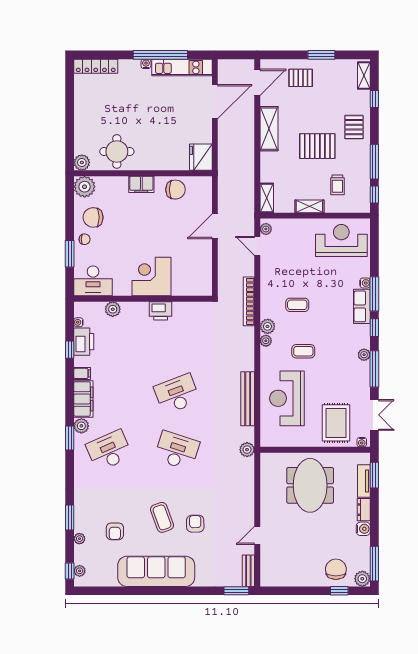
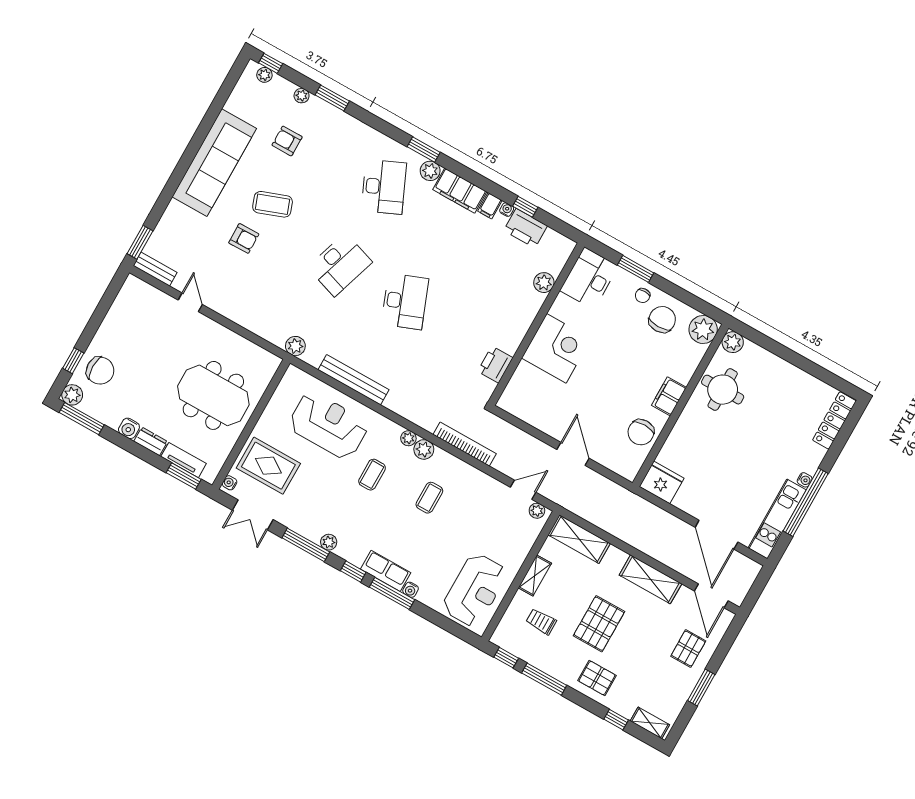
shelving: (267, 198) -> (579, 539), width x1.50, depth x1.33
printer: (161, 311) -> (495, 364), moved
water cooler: (78, 322) -> (507, 210), moved

